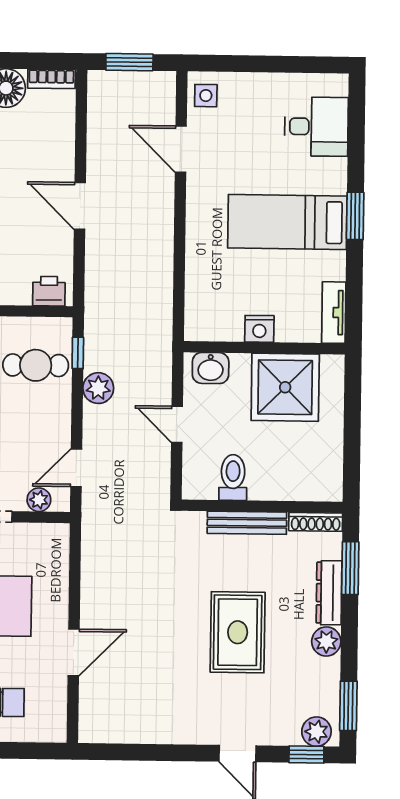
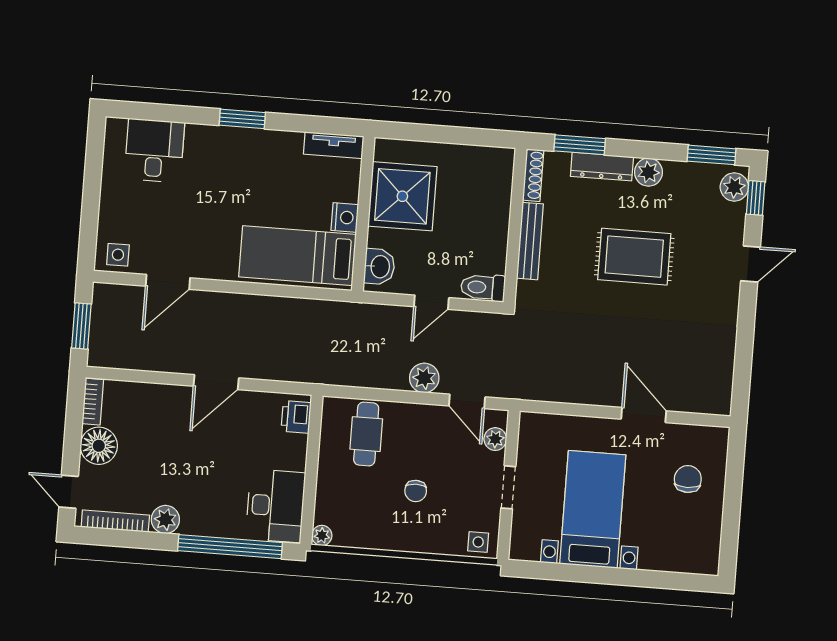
bed: (287, 222) -> (297, 256), moved, turned 90
window: (78, 353) -> (357, 393), removed
plant: (98, 388) -> (424, 378), moved
toilet: (233, 477) -> (483, 287), moved

